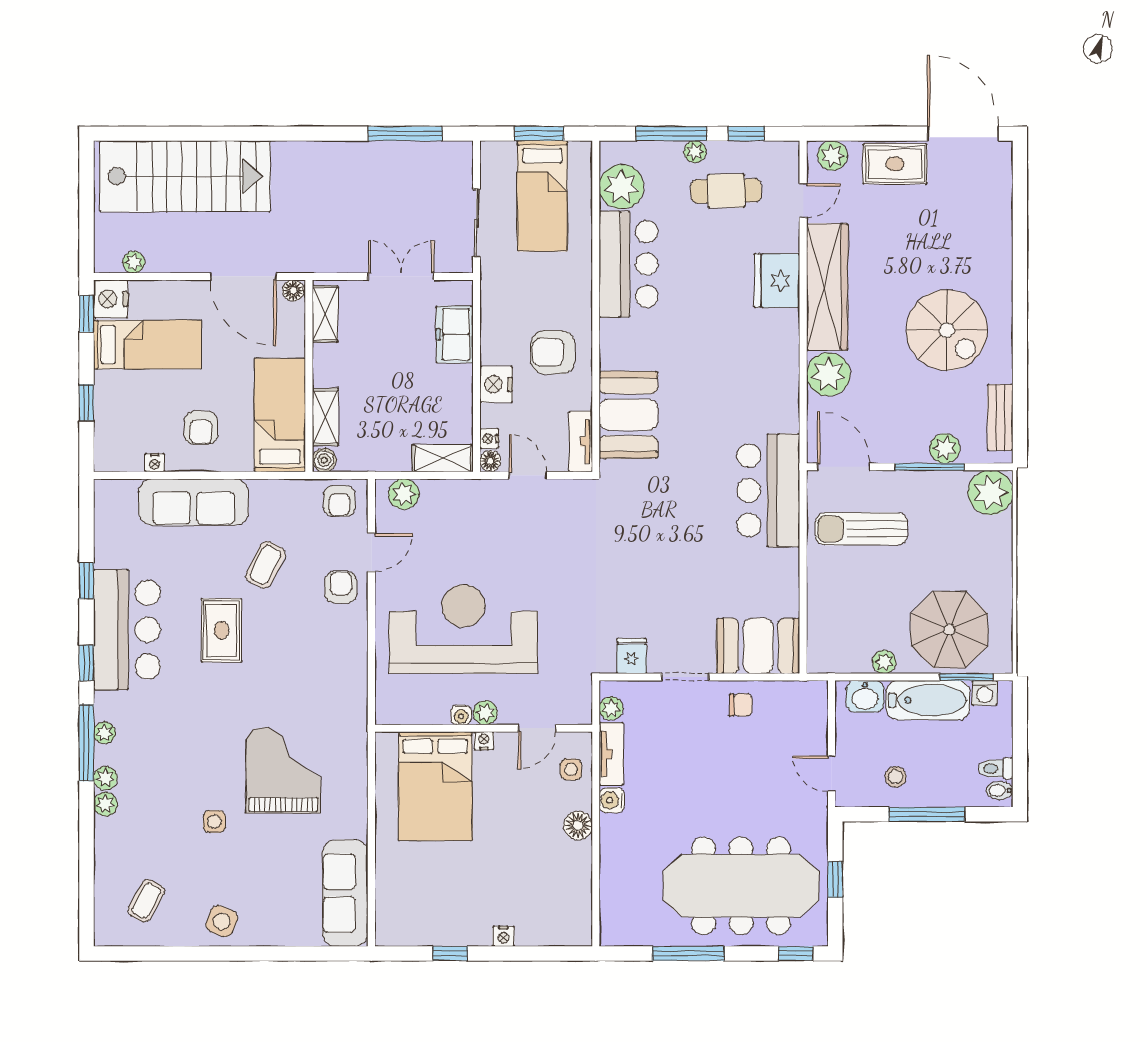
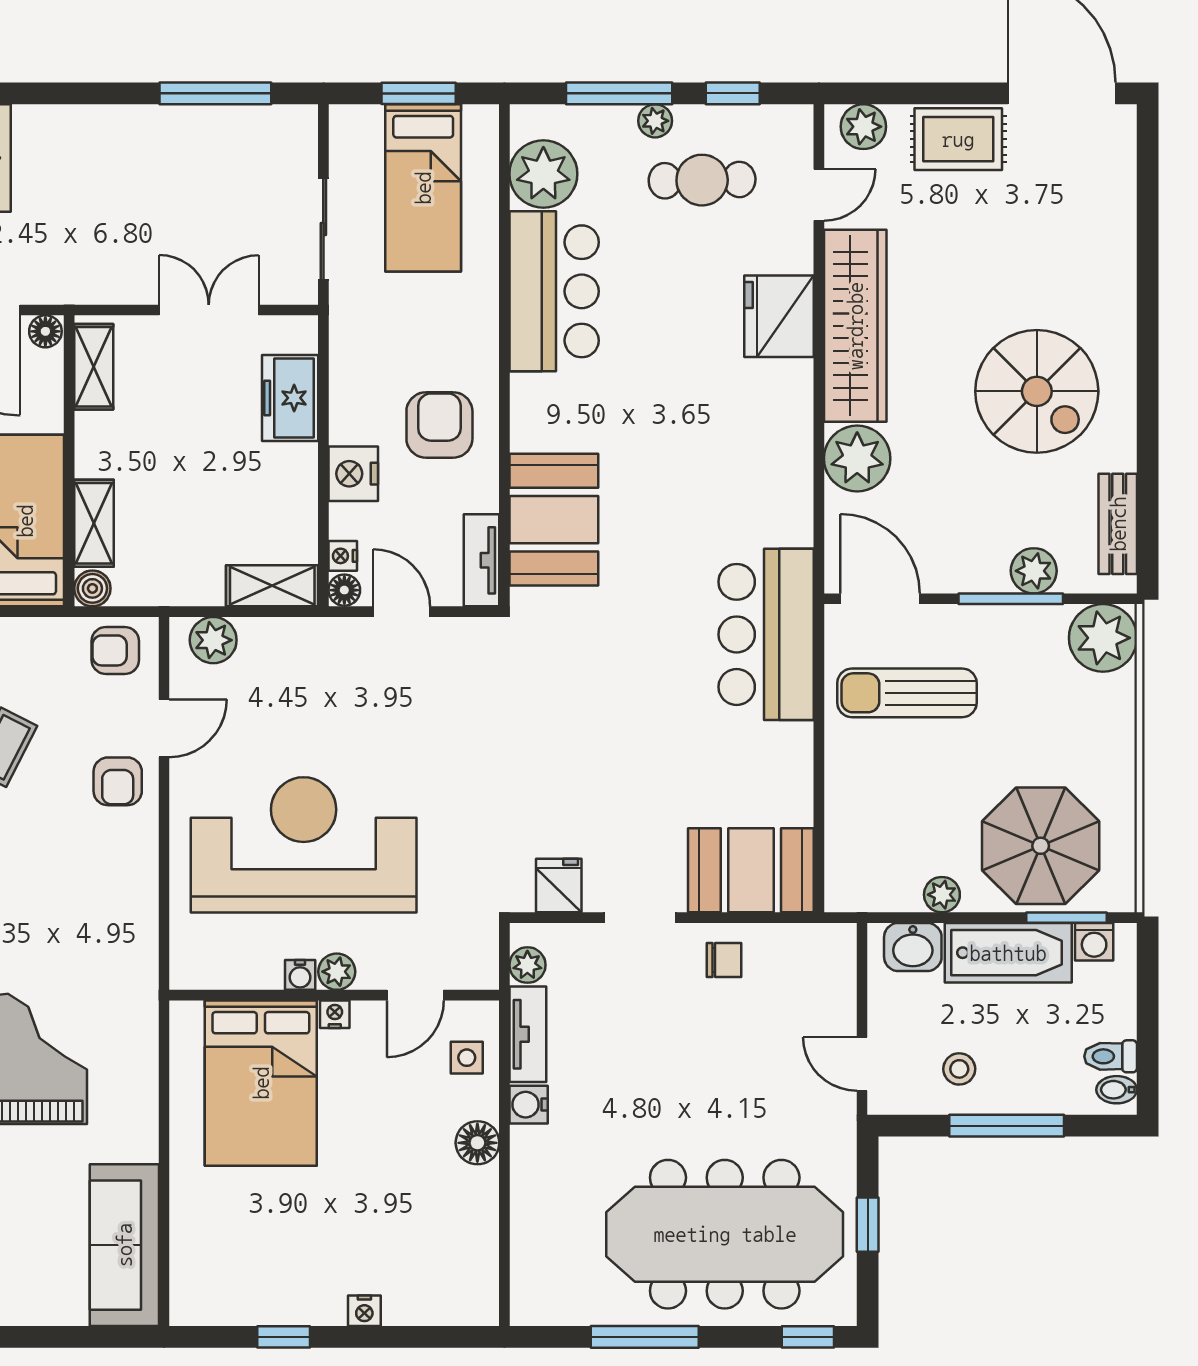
armchair: (553, 352) -> (439, 425), turned 90
armchair: (339, 501) -> (115, 650), turned 90
armchair: (341, 587) -> (118, 781), turned 180

